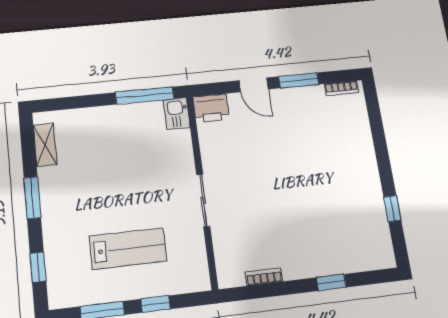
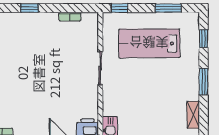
lab bench: (128, 249) -> (149, 43), width x1.36, depth x1.39
window: (156, 304) -> (119, 8), moved

